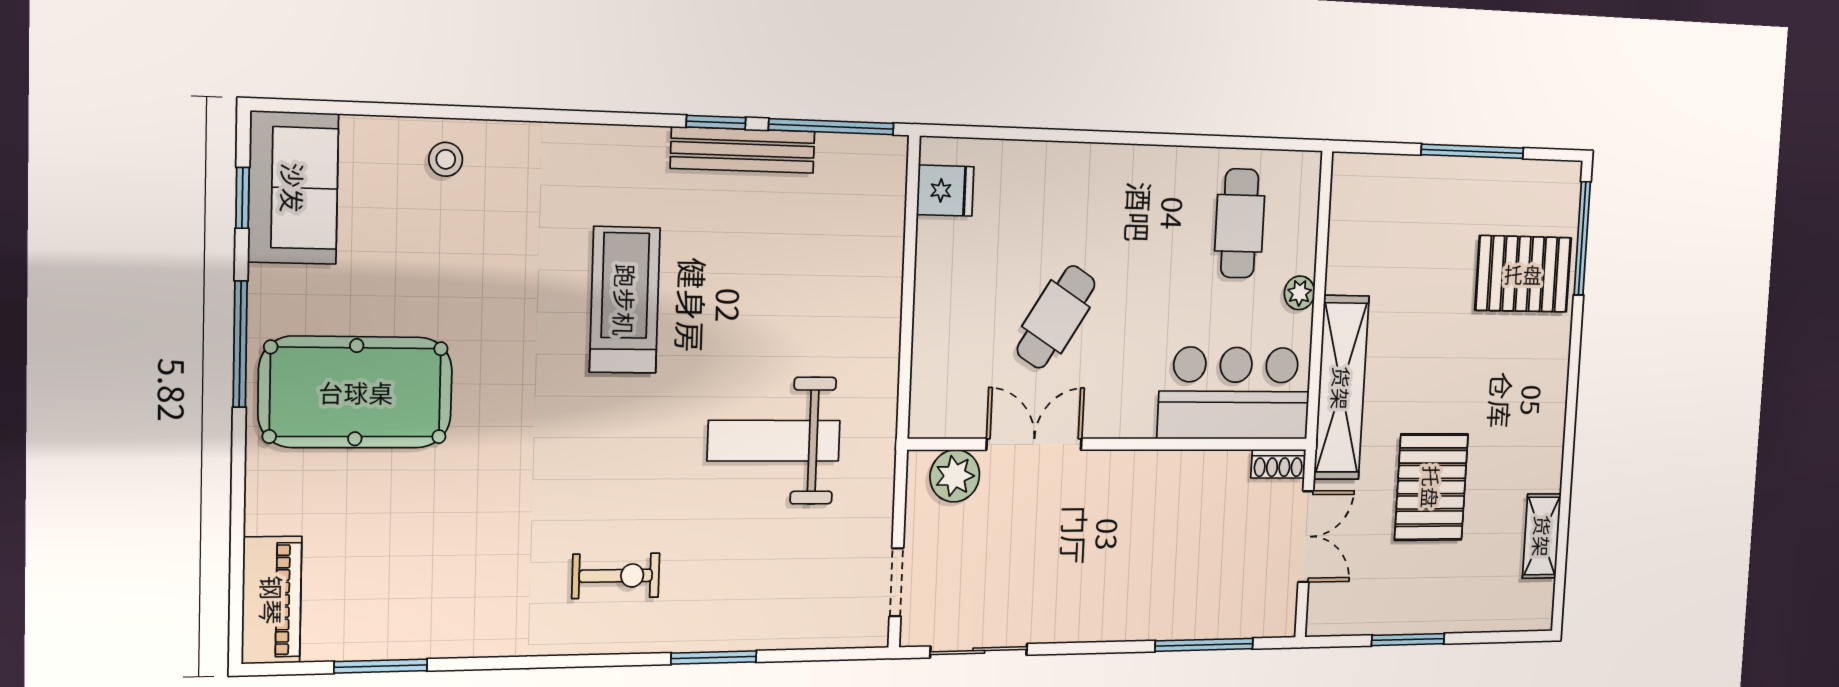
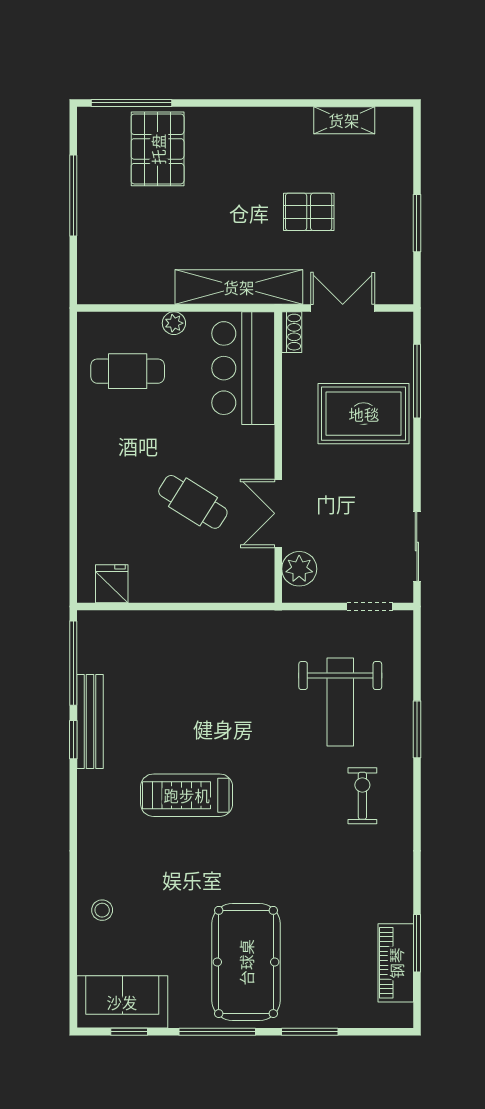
weight bench: (774, 441) -> (340, 702), moved
pallet: (1431, 487) -> (309, 212), width x0.67, depth x0.71
window: (238, 496) -> (310, 1032), added
rug: (1165, 569) -> (364, 414), added
piano: (272, 600) -> (396, 963), moved, turned -90

